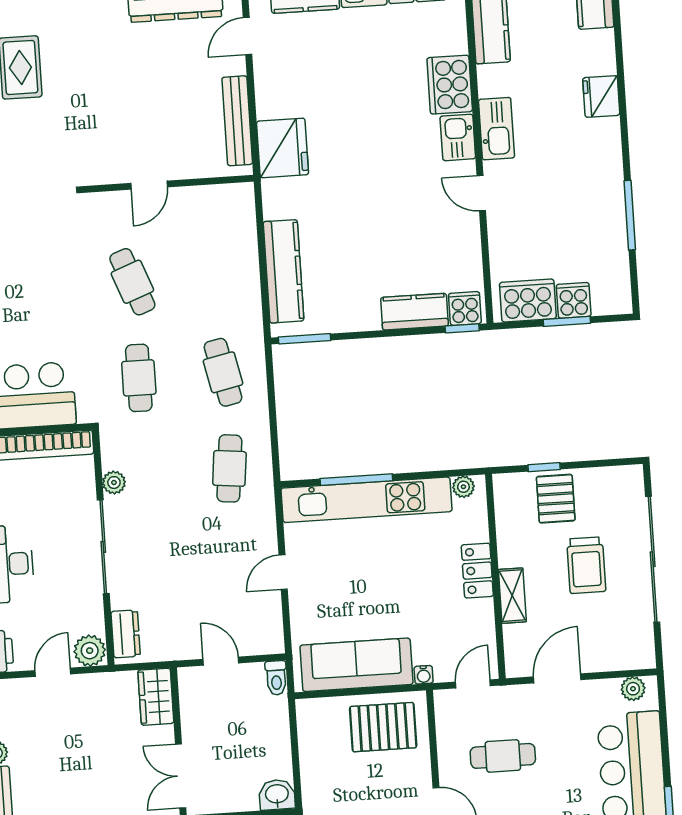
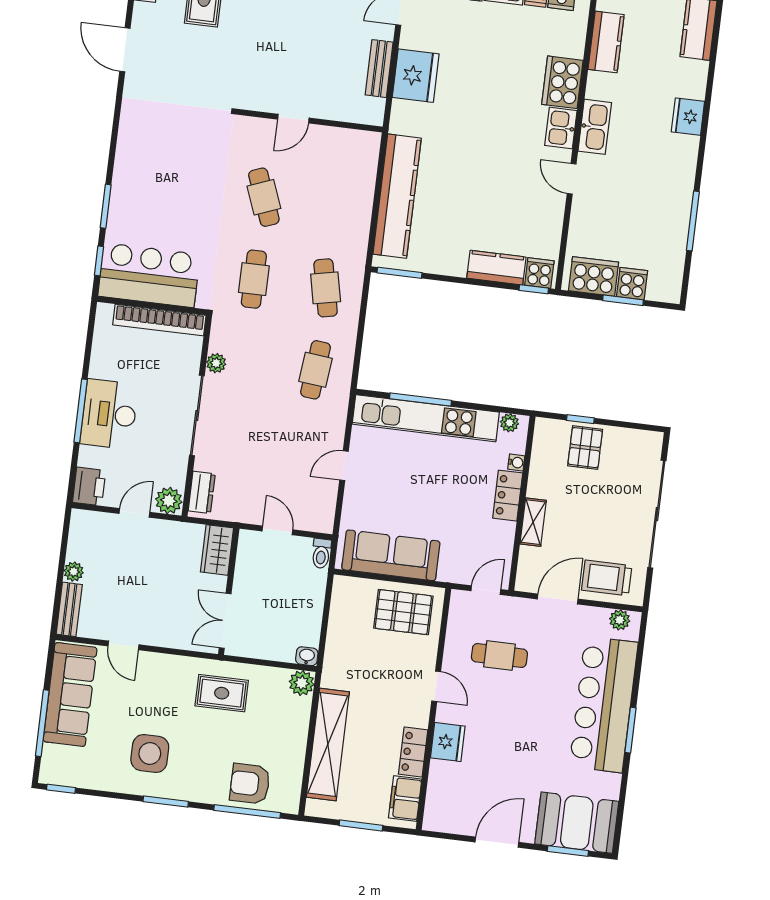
bench: (237, 121) -> (379, 69), width x0.73
fridge: (283, 148) -> (416, 76), moved
kitchen counter: (283, 271) -> (397, 196), width x1.39, depth x1.17
trolley: (586, 565) -> (607, 578), moved, turned 90
water cooler: (424, 675) -> (516, 462), moved, turned -90
washbasin: (277, 795) -> (307, 656), width x0.72, depth x0.69

